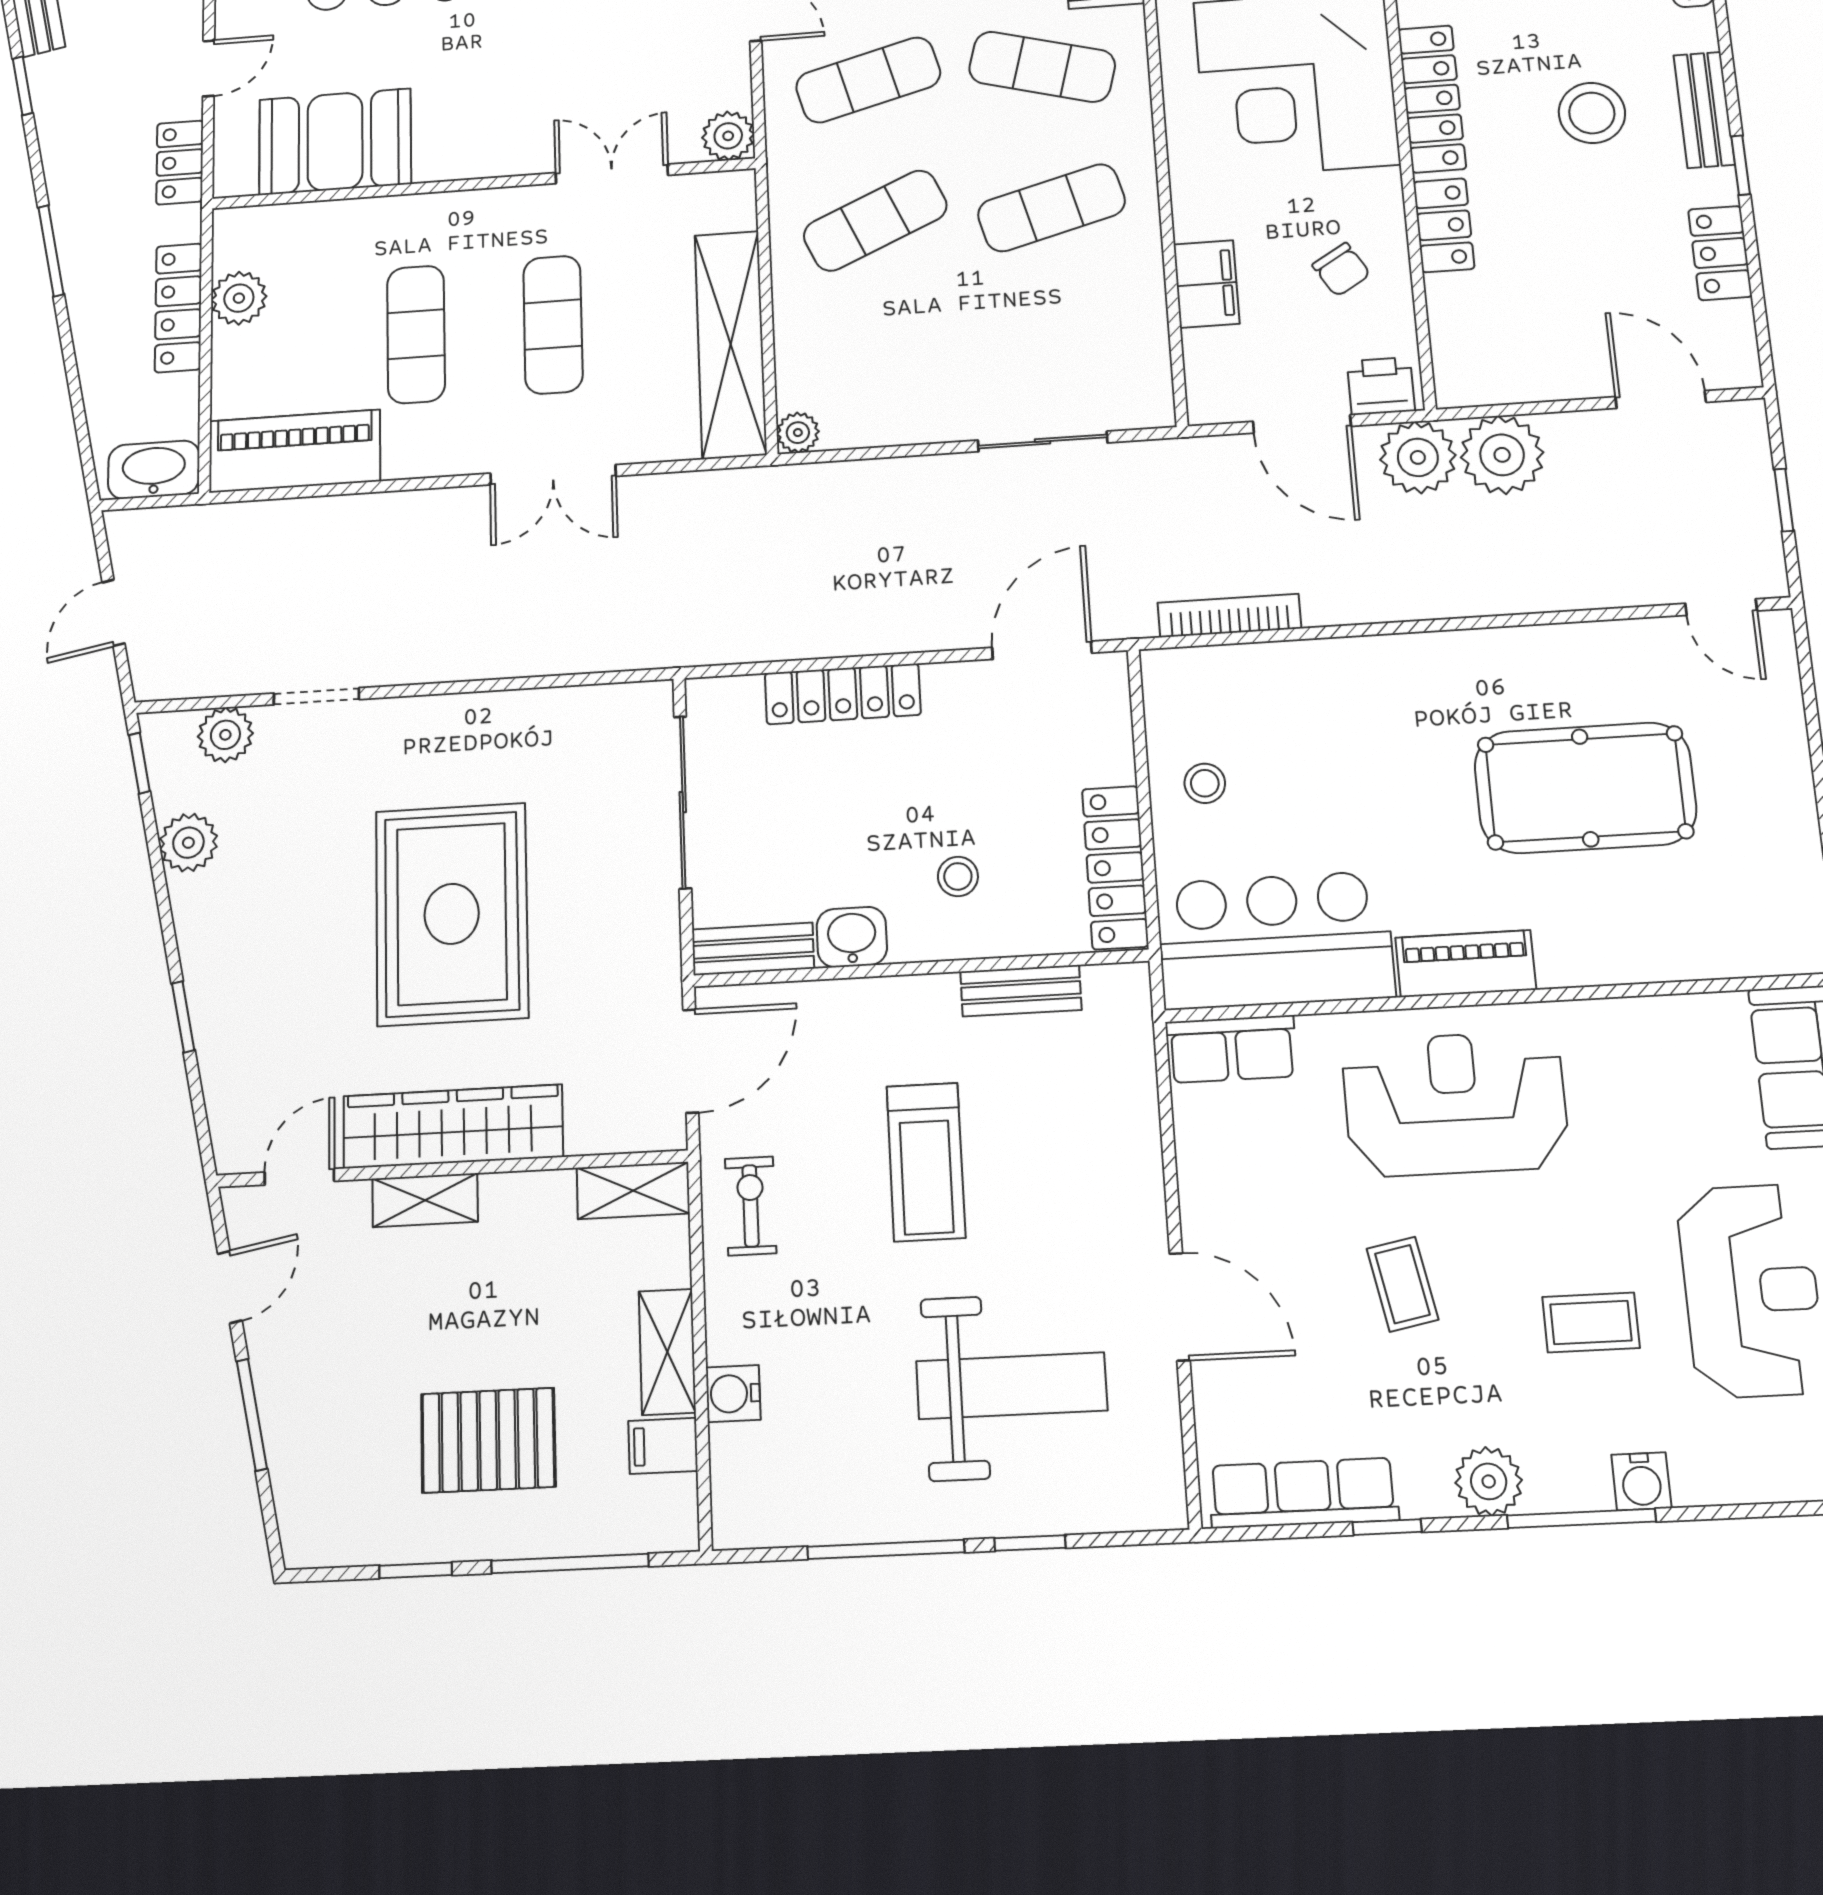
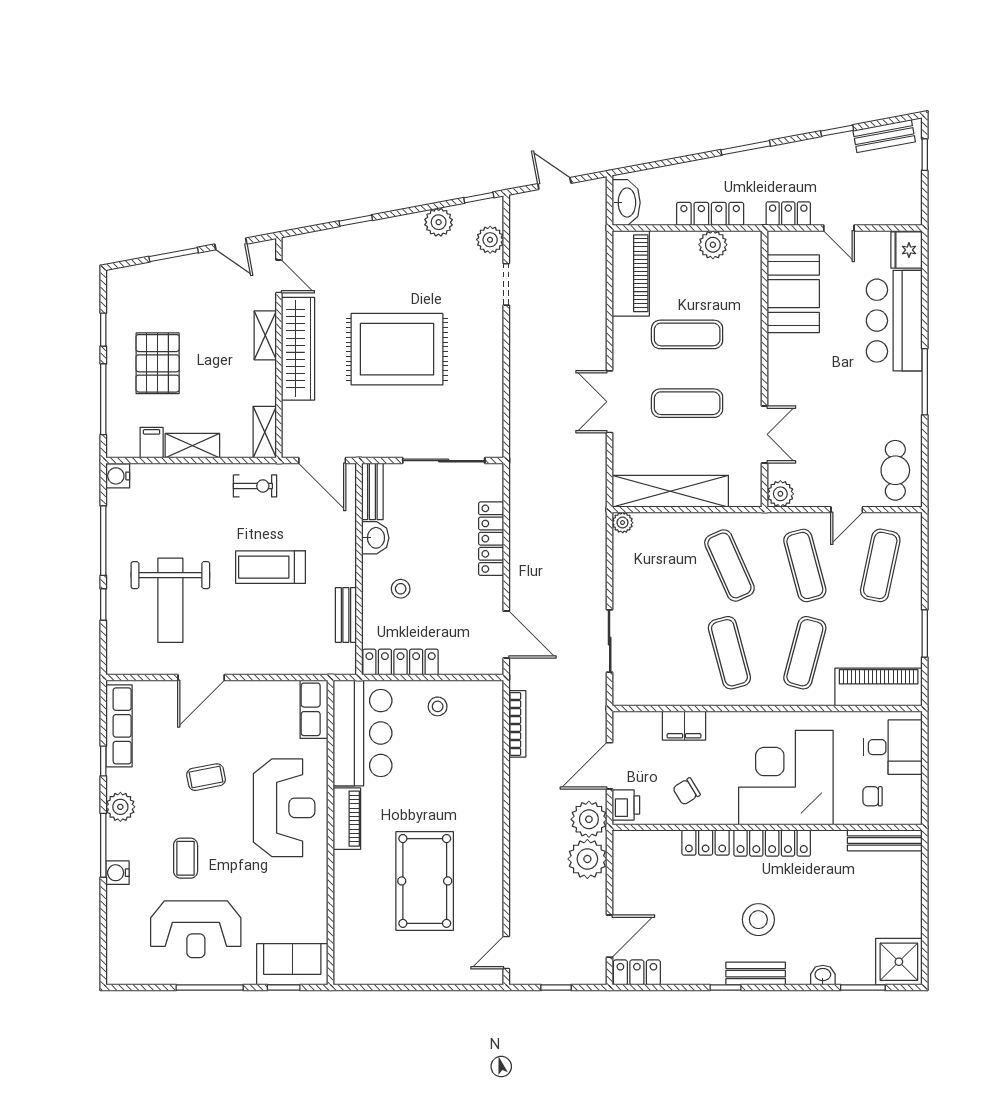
locker: (1720, 253) -> (637, 972), moved
water cooler: (733, 1394) -> (118, 476), moved, turned -90

